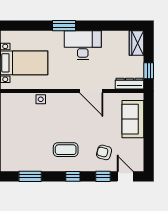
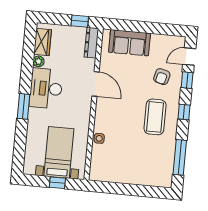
plant: (107, 36) -> (39, 61), added
wardrobe: (136, 43) -> (43, 42), moved, turned -90
door: (91, 91) -> (95, 84), hinge flipped
coffee table: (66, 150) -> (155, 117), width x1.36, depth x1.32
window: (30, 176) -> (180, 157), width x1.44

